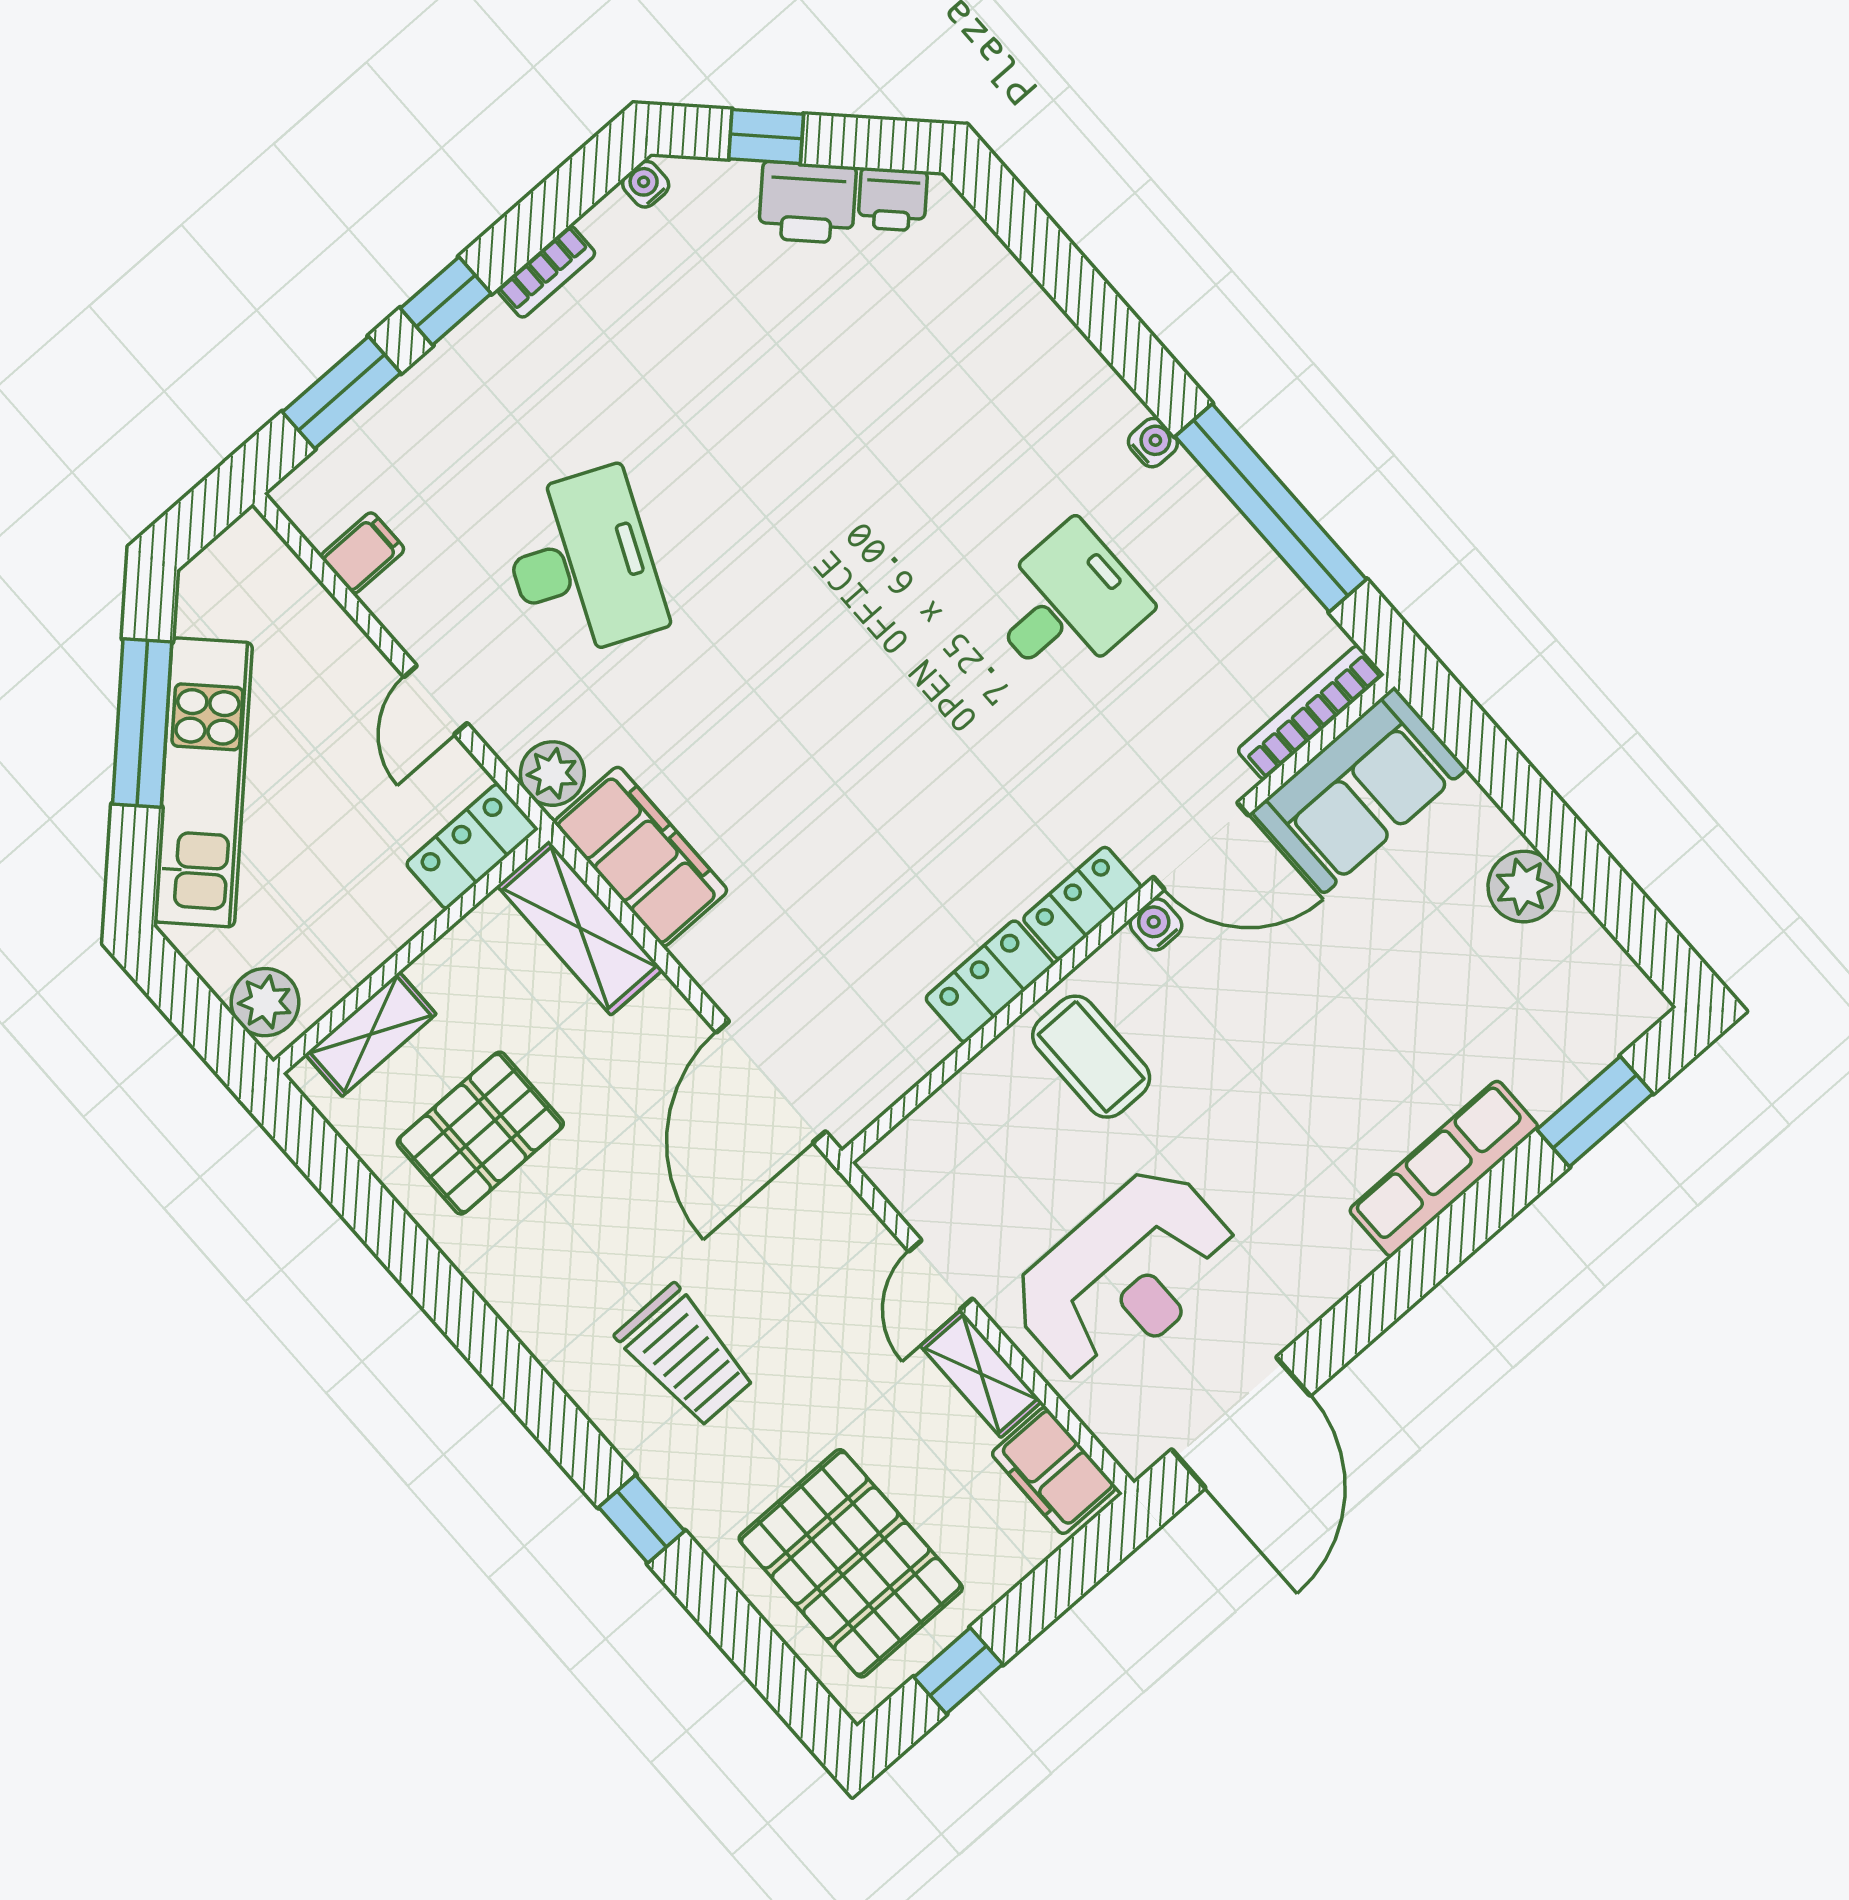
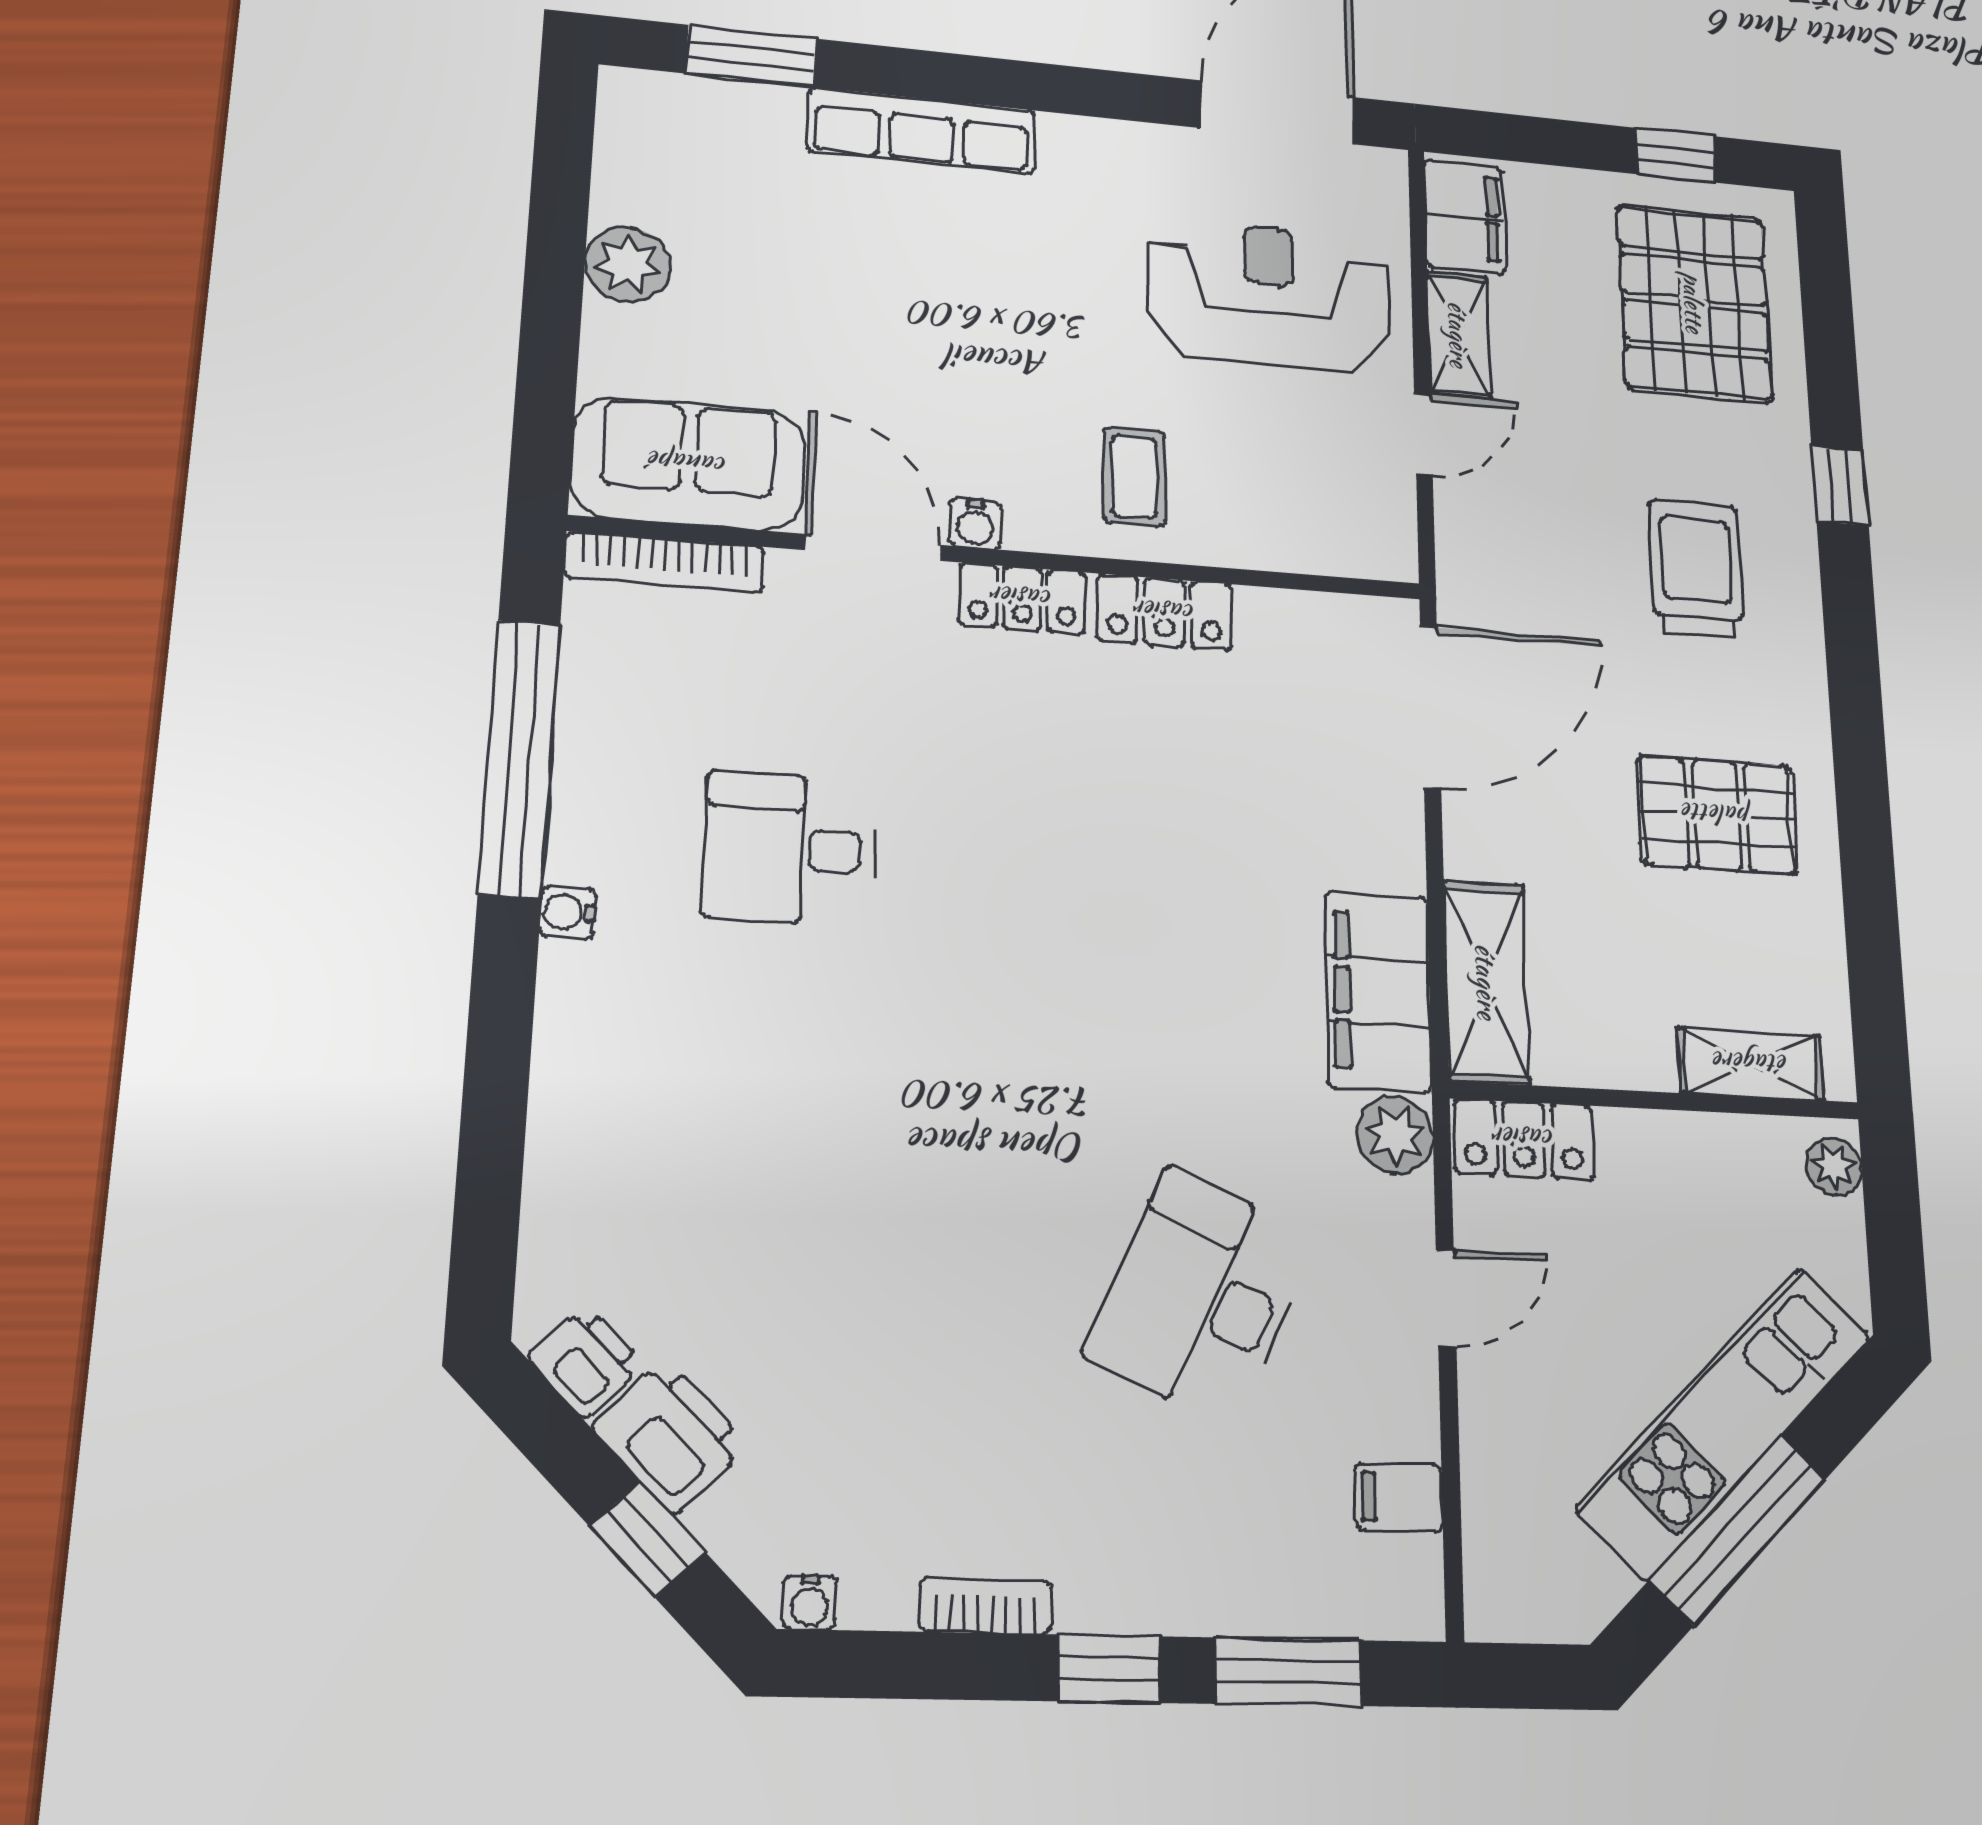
plant: (265, 1002) -> (1834, 1167), width x0.73, depth x0.73
coffee table: (1091, 1057) -> (1134, 477), width x0.73, depth x0.77
pallet: (480, 1133) -> (1717, 815), moved

